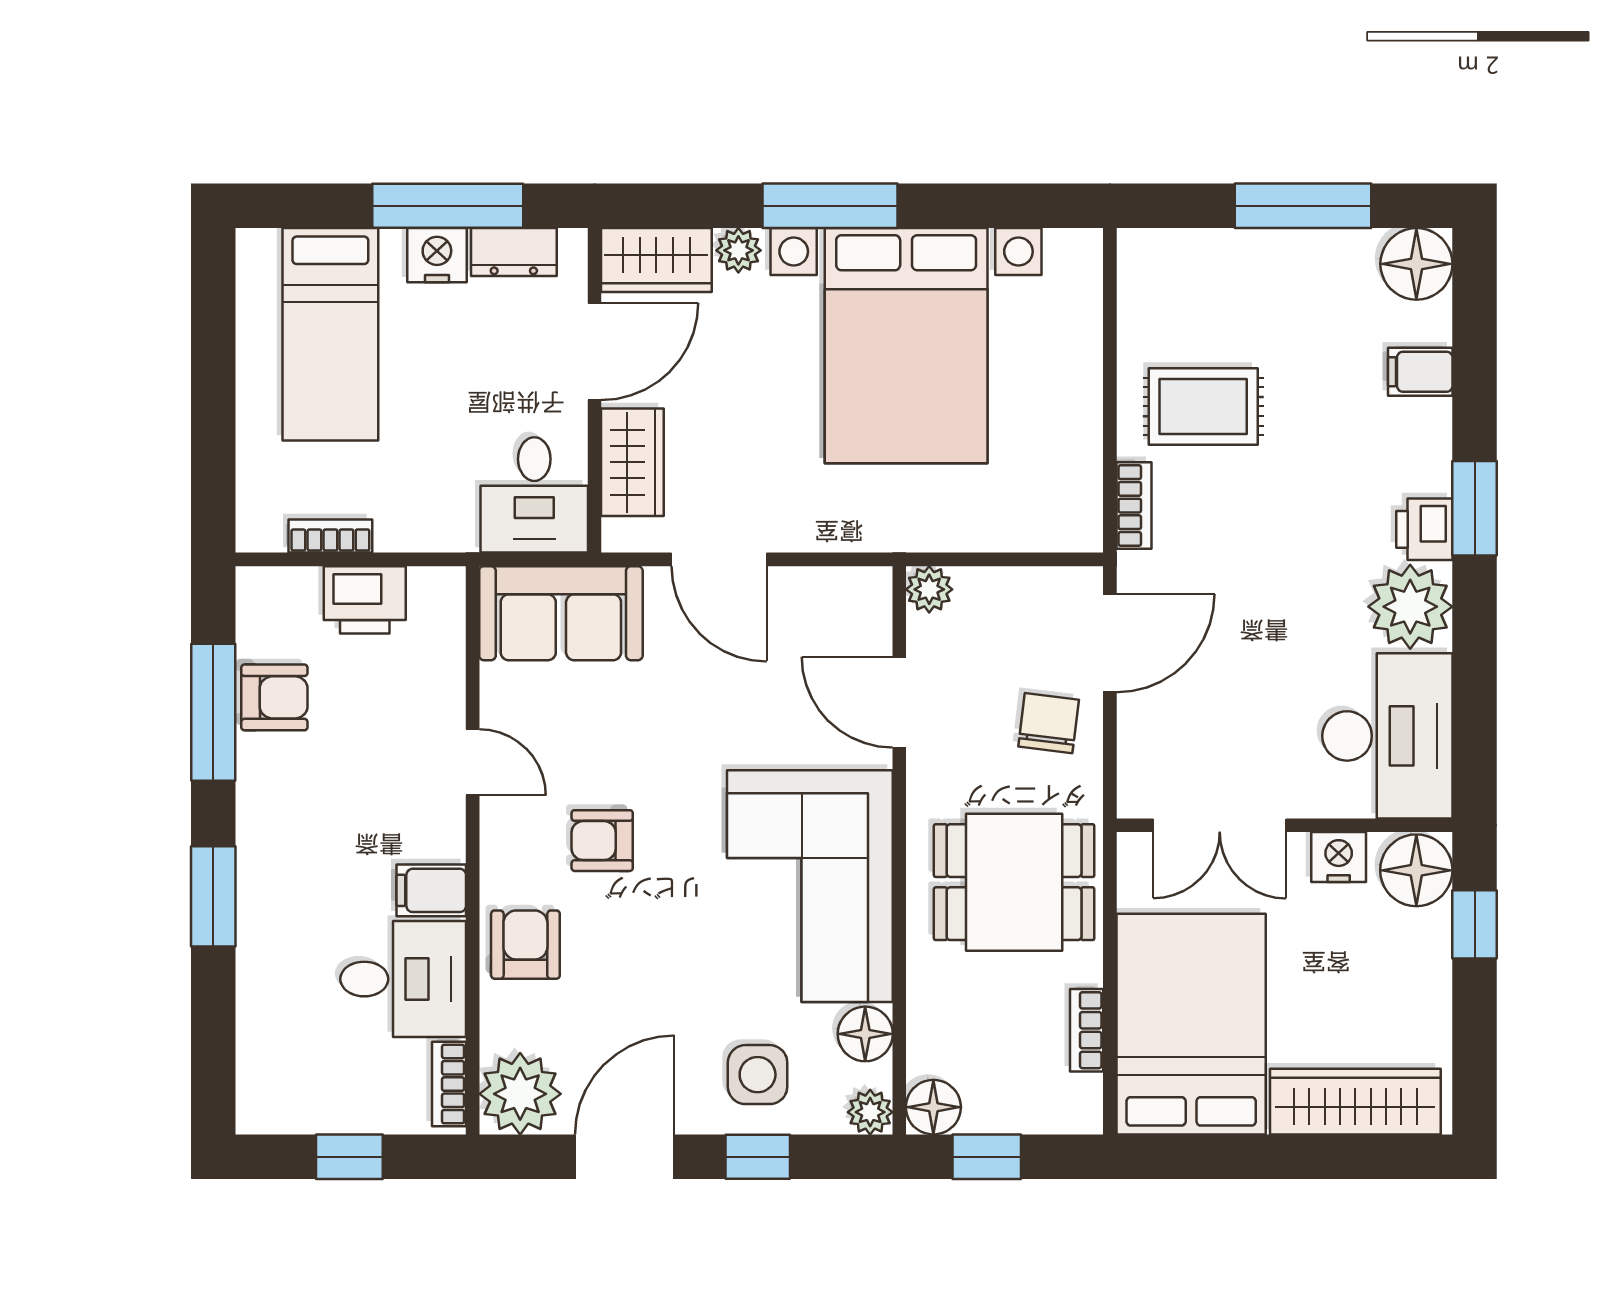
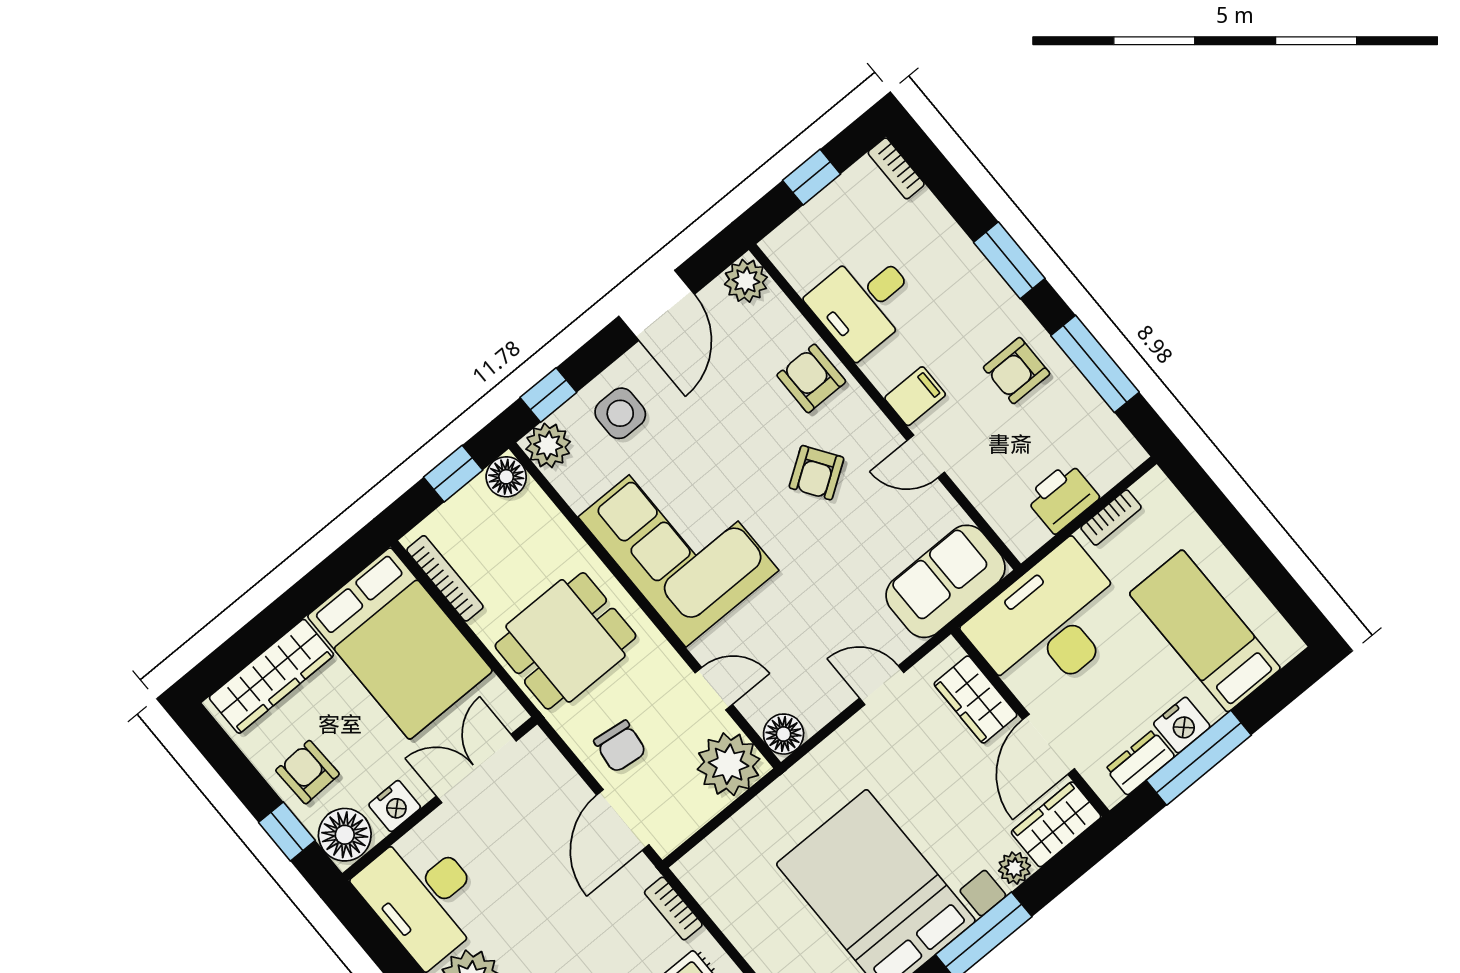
desk: (534, 495) -> (1050, 623), width x1.87, depth x1.30
door: (719, 559) -> (882, 685), width x0.73
plant: (929, 589) -> (729, 764), width x1.87, depth x1.87
armchair: (274, 697) -> (1017, 371), moved
door: (899, 702) -> (714, 689), width x0.73
armchair: (602, 841) -> (816, 473), turned 146
filing cabinet: (431, 890) -> (915, 396), moved
armchair: (525, 945) -> (811, 378), turned 180
armchair: (1401, 969) -> (307, 772), added
bookcase: (1087, 1030) -> (445, 578), width x1.56
floor lamp: (865, 1034) -> (784, 734), moved
bookcase: (449, 1084) -> (896, 168), moved, turned 180
plant: (520, 1094) -> (746, 281), width x0.73, depth x0.73
plant: (870, 1112) -> (548, 445), width x1.38, depth x1.38
window: (758, 1157) -> (548, 395), moved

